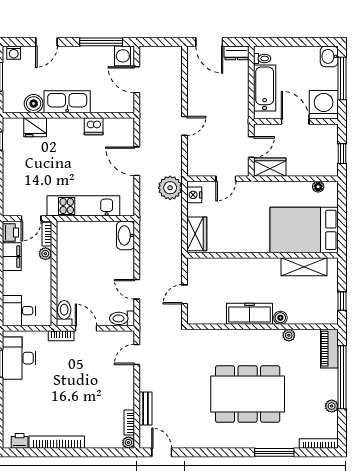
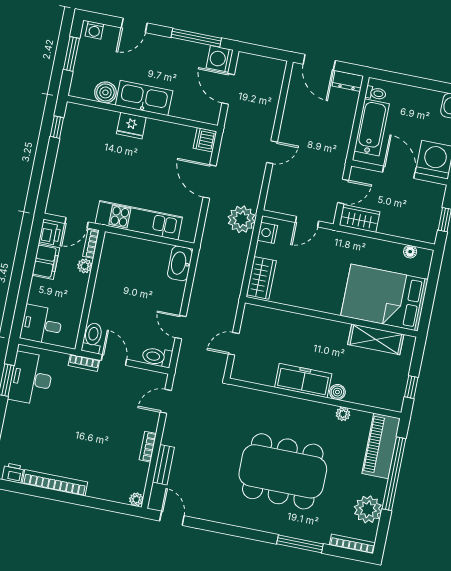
dishwasher: (94, 126) -> (205, 140), moved, turned 90
fridge: (35, 127) -> (131, 126), moved
piano: (329, 349) -> (381, 446), width x1.37, depth x1.33
plant: (332, 406) -> (368, 509), width x1.88, depth x1.88
bookcase: (129, 423) -> (148, 447), moved

